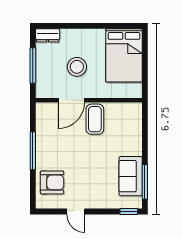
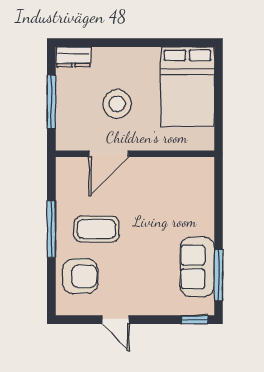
coffee table: (95, 119) -> (97, 229), moved, turned 90

